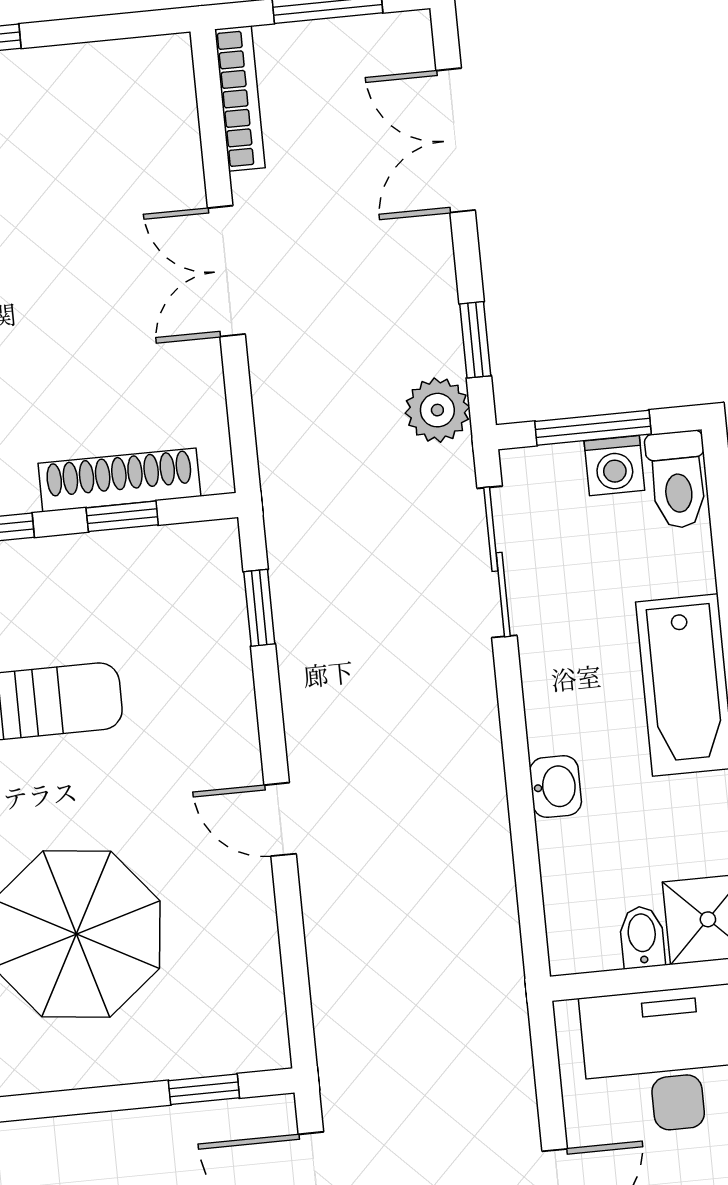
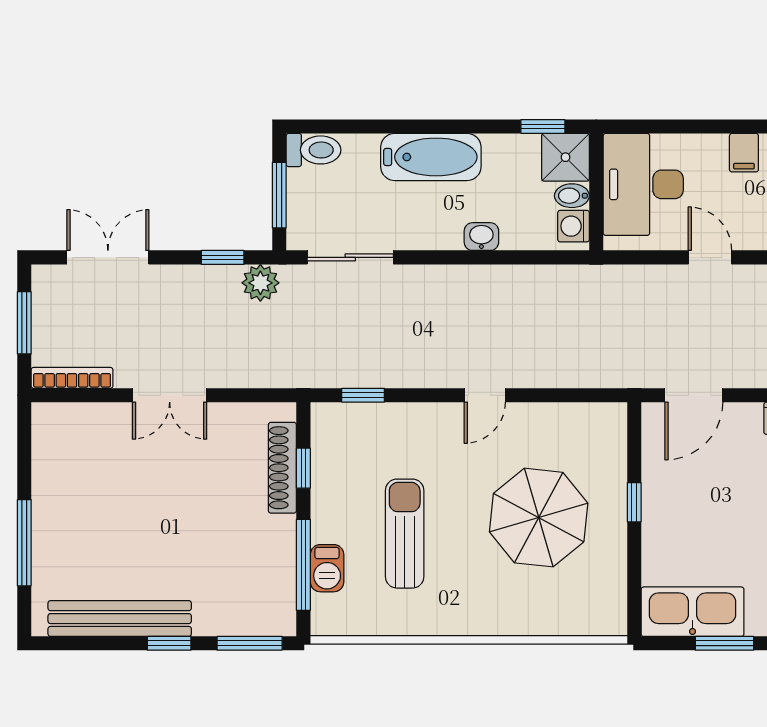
double door: (456, 140) -> (108, 257), swing flipped
washing machine: (614, 466) -> (574, 226), moved, turned 180
window: (204, 1089) -> (634, 502), moved

